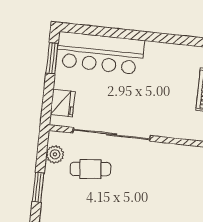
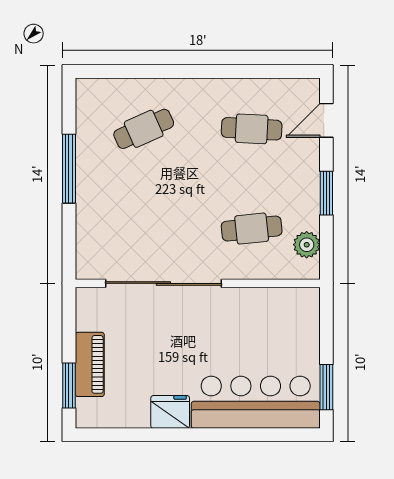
fridge: (63, 103) -> (170, 412), moved, turned 90
sliding door: (112, 134) -> (163, 283), moved

